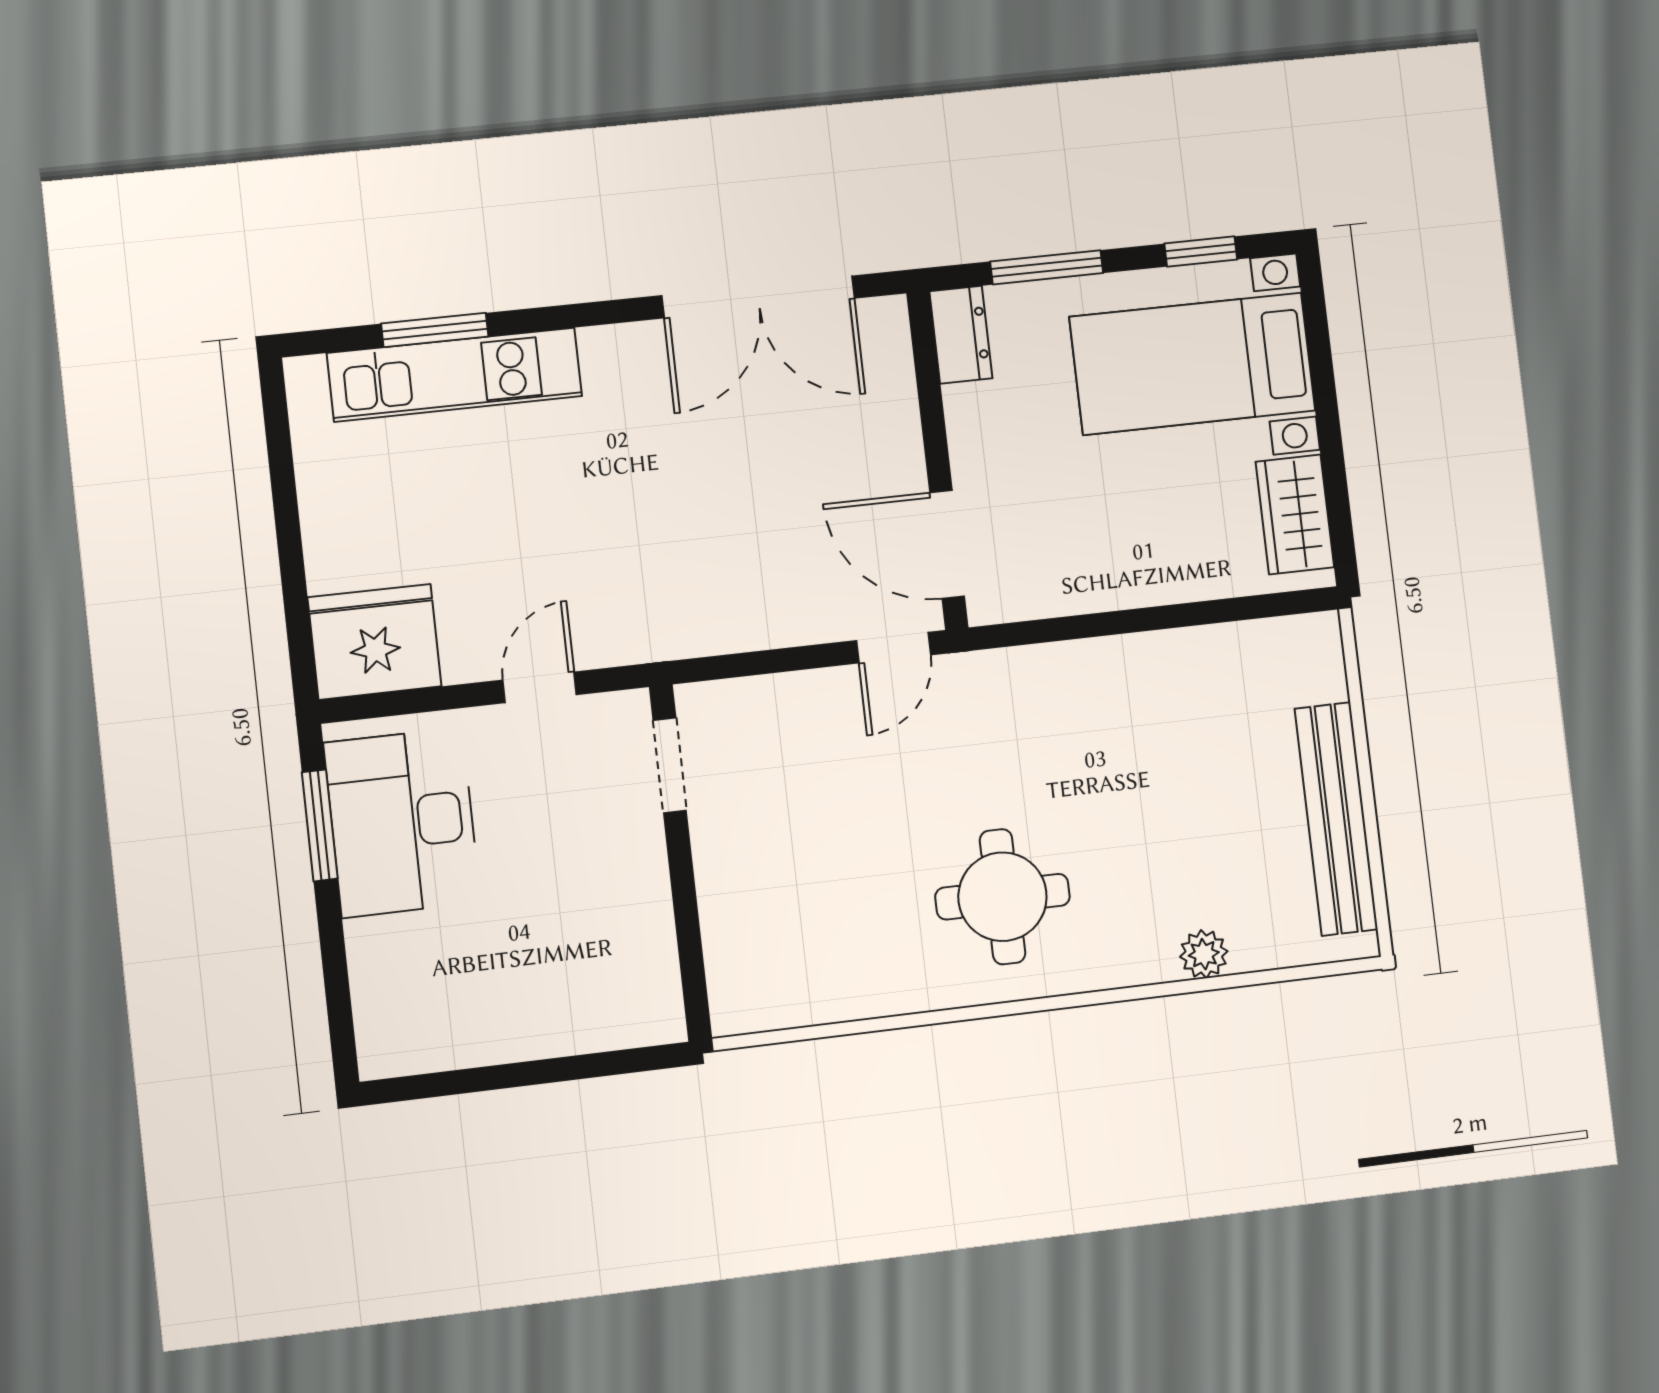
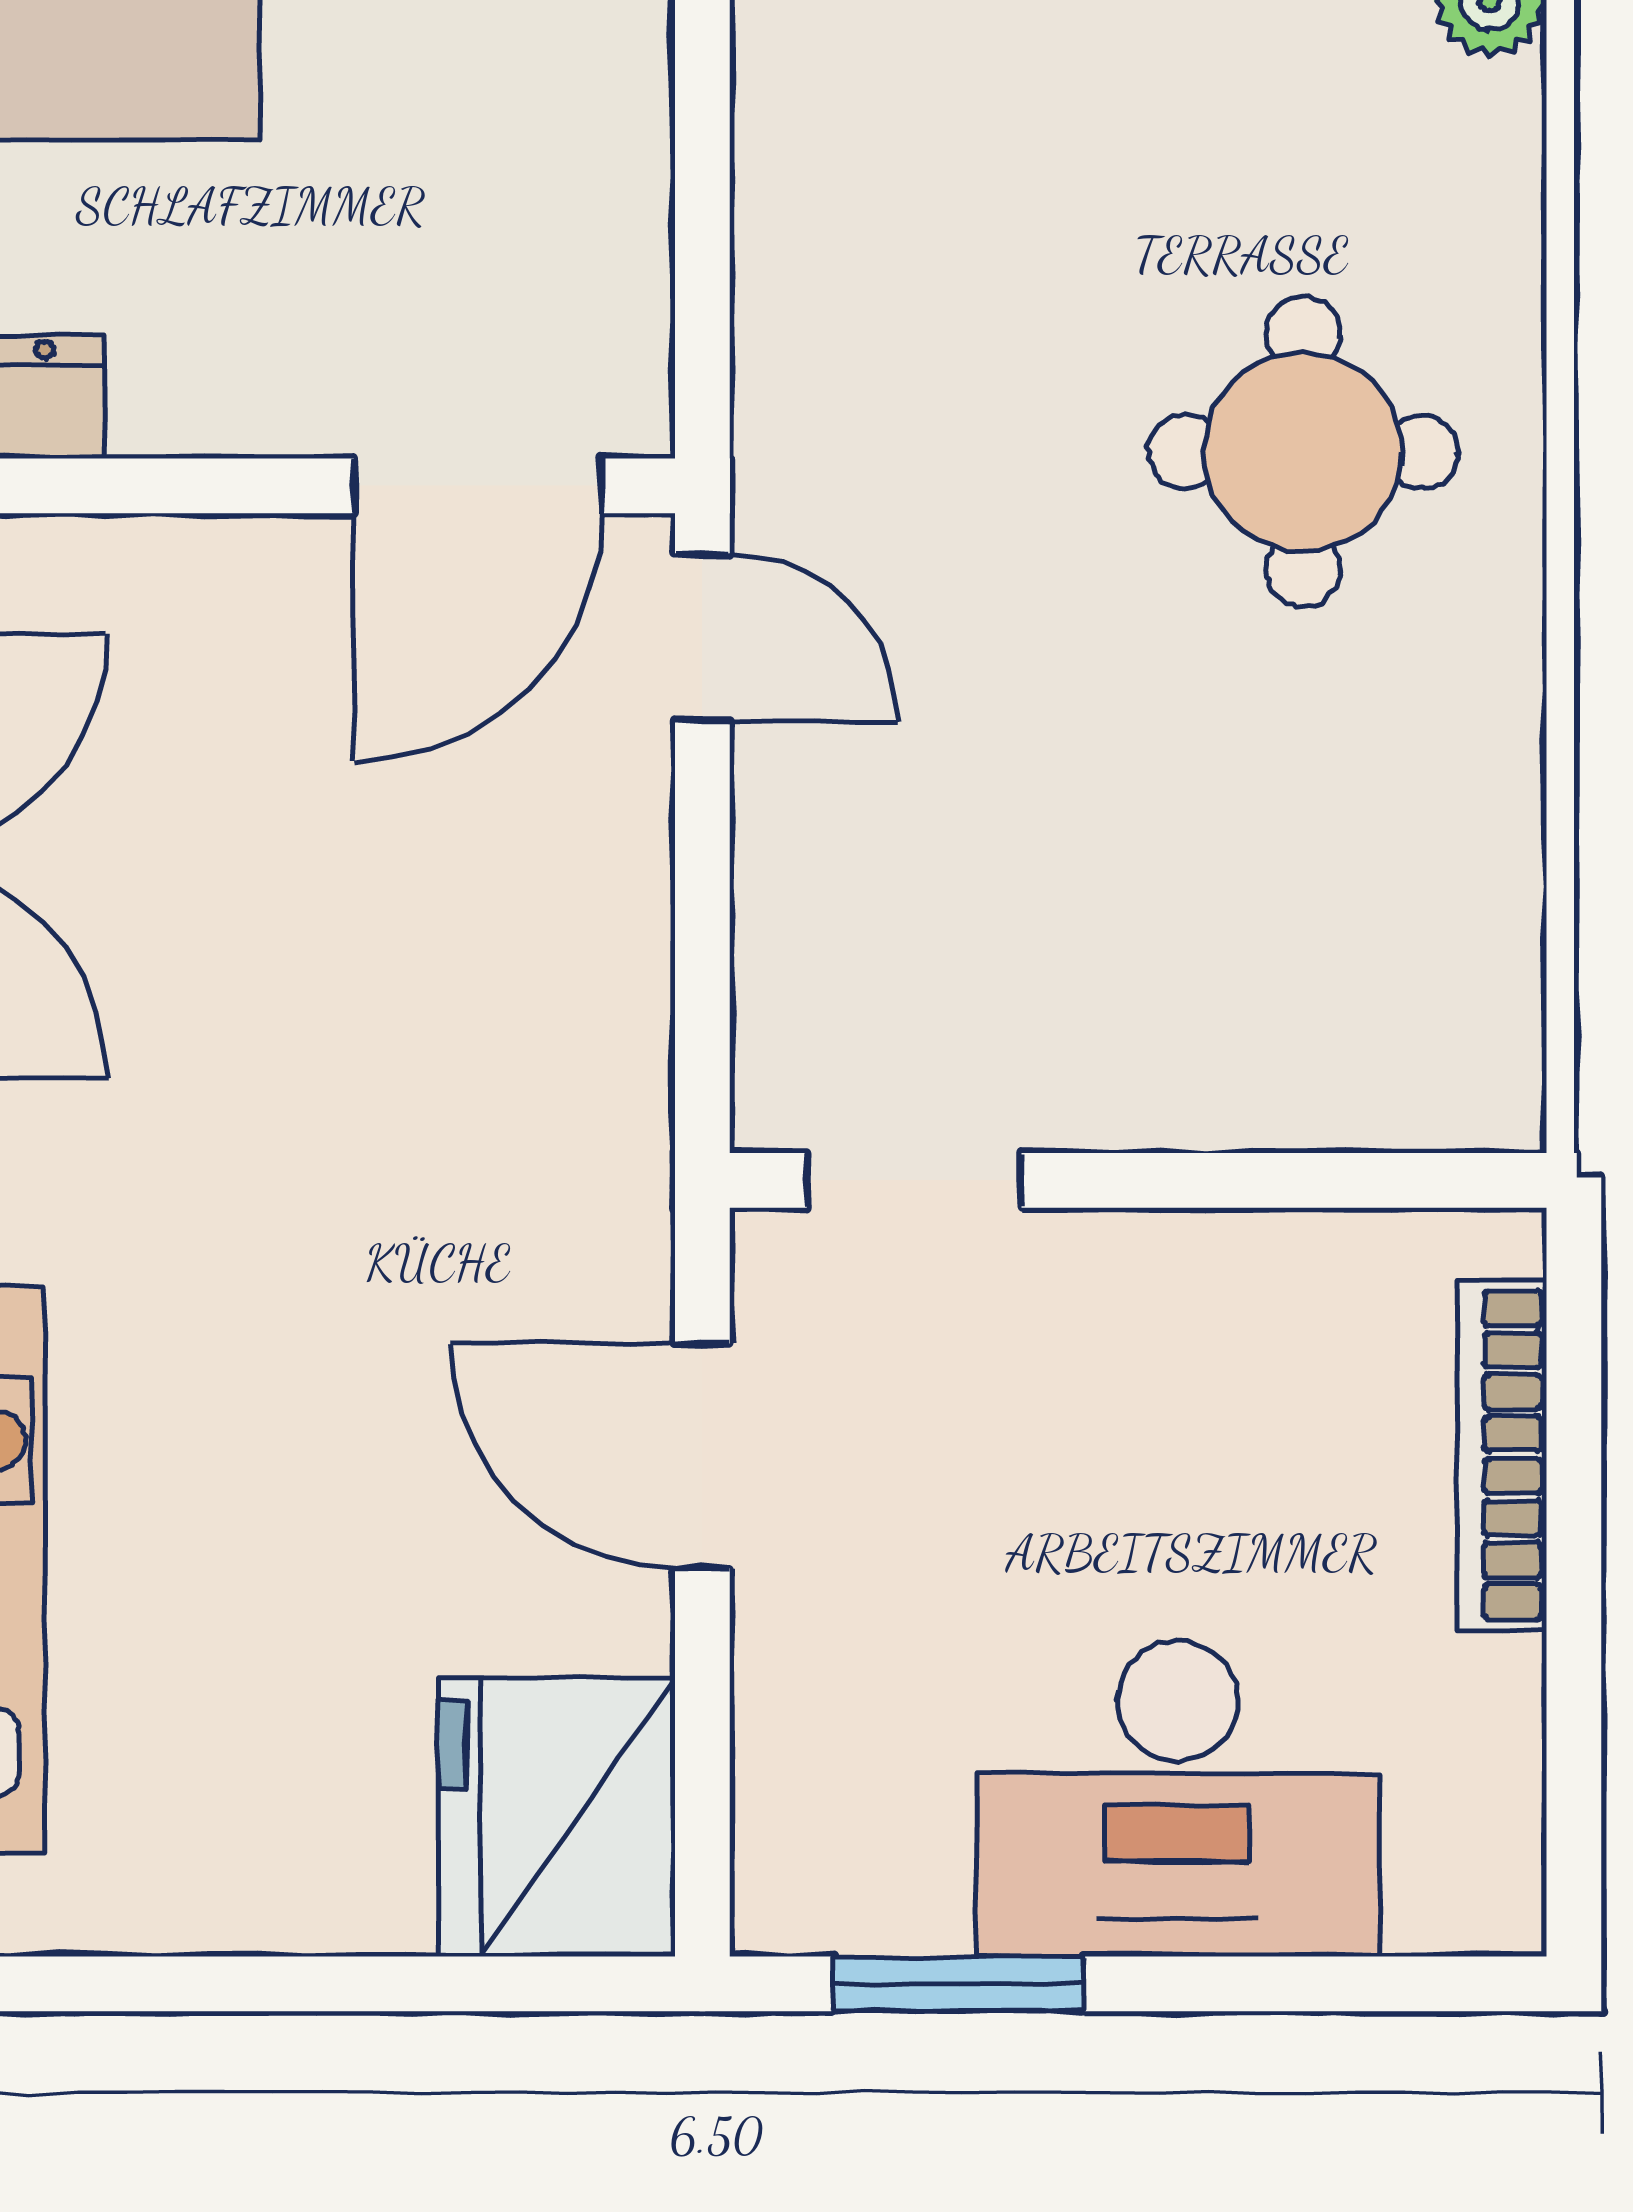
door: (540, 687) -> (702, 1456), width x1.38
desk: (402, 822) -> (1178, 1799), moved
bookcase: (578, 1035) -> (1502, 1455), added

